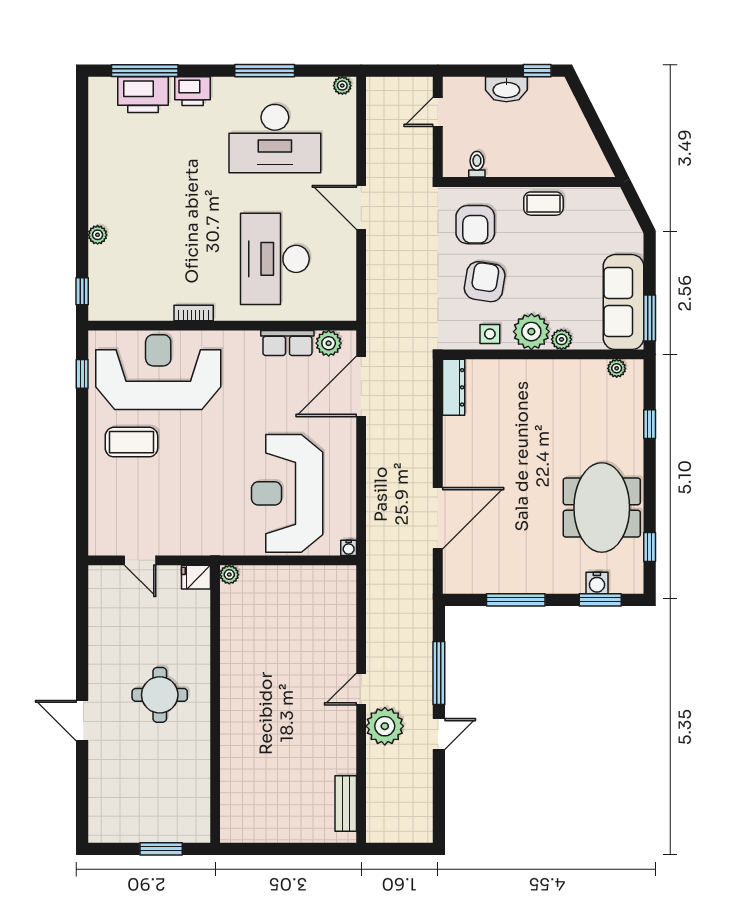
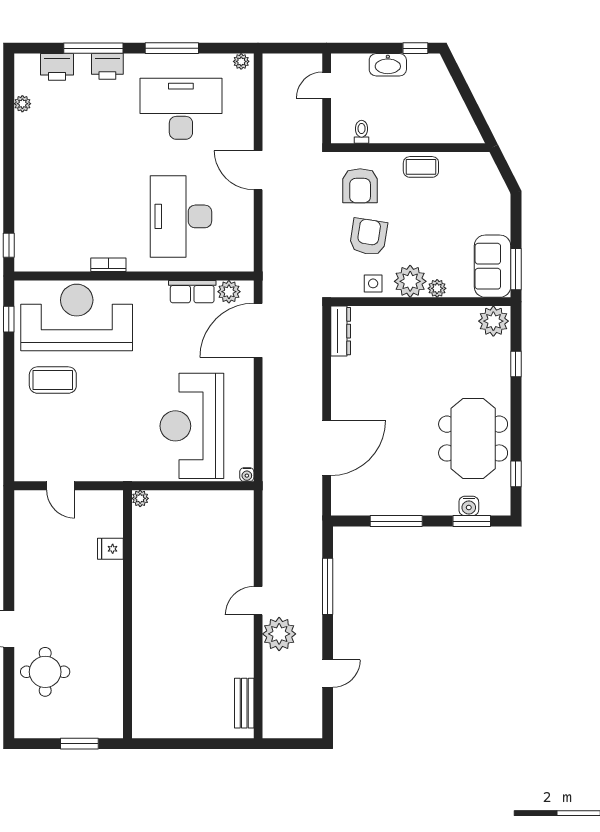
window: (145, 71) -> (93, 48), moved
printer: (143, 95) -> (57, 67), width x0.73, depth x0.84
desk: (275, 139) -> (181, 109), turned 180
plant: (98, 235) -> (22, 104), moved
sofa: (623, 302) -> (492, 266), width x0.73
plant: (617, 368) -> (493, 321), width x1.88, depth x1.88
fridge: (196, 577) -> (110, 549), moved
round table: (160, 695) -> (45, 672), moved
door: (439, 734) -> (328, 673), moved

